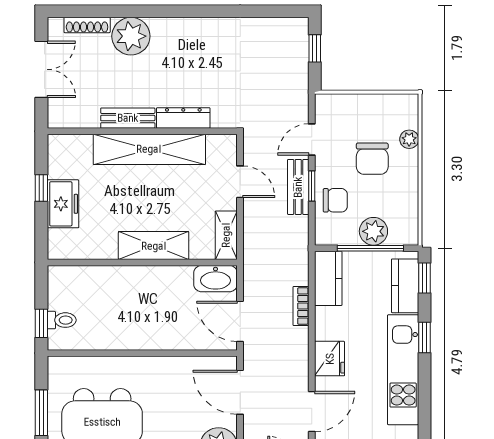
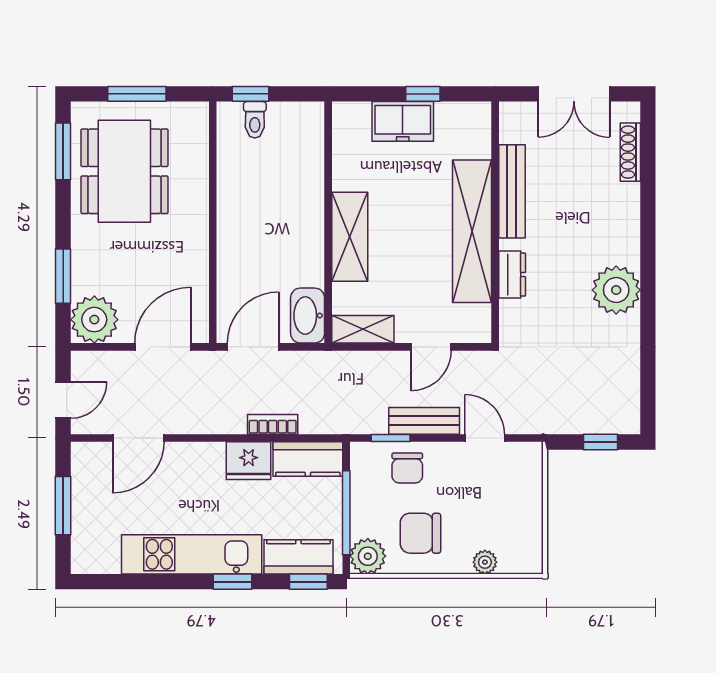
plant: (131, 36) -> (616, 290), moved
bench: (128, 118) -> (512, 191), width x1.36
dresser: (183, 118) -> (512, 275), width x0.70
chair: (372, 159) -> (420, 533), moved
window: (312, 186) -> (391, 438), moved
plant: (373, 231) -> (368, 556), moved
fridge: (330, 359) -> (249, 461), moved
door: (312, 412) -> (138, 438), hinge flipped

